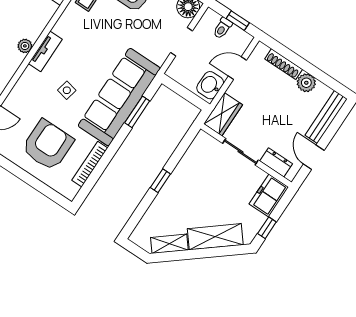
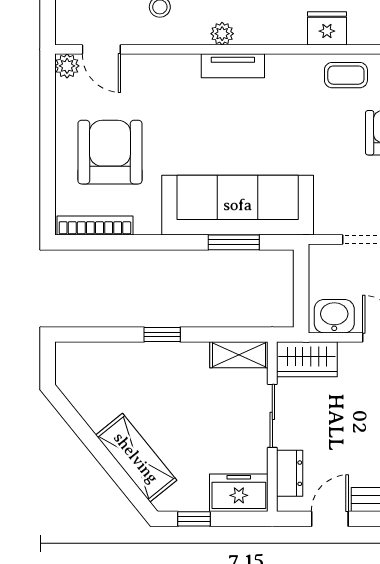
side table: (67, 90) -> (200, 129), removed
armchair: (48, 145) -> (110, 152), turned -90
bookcase: (90, 164) -> (95, 225), moved
shelving: (169, 244) -> (239, 355), moved, turned -51

